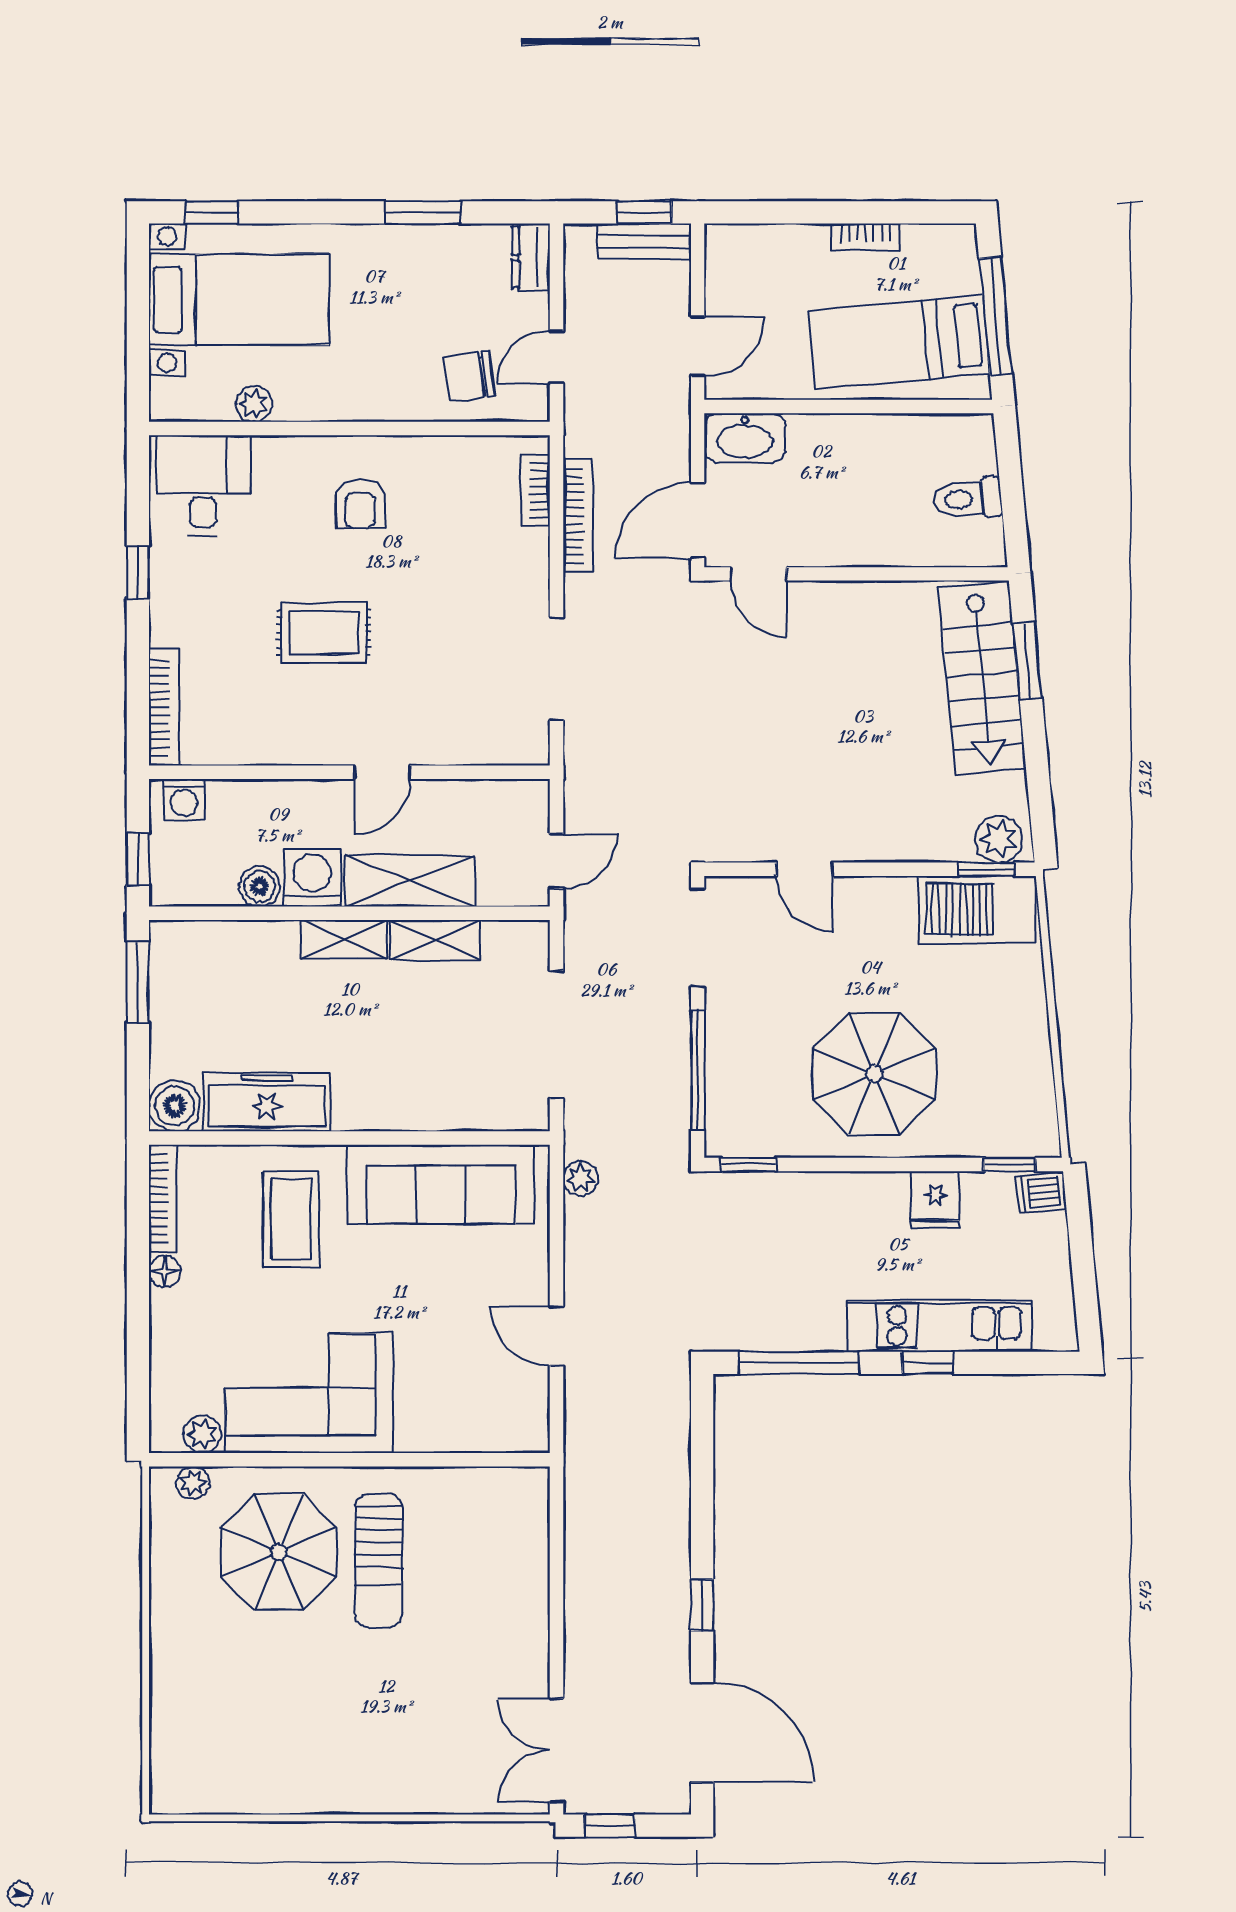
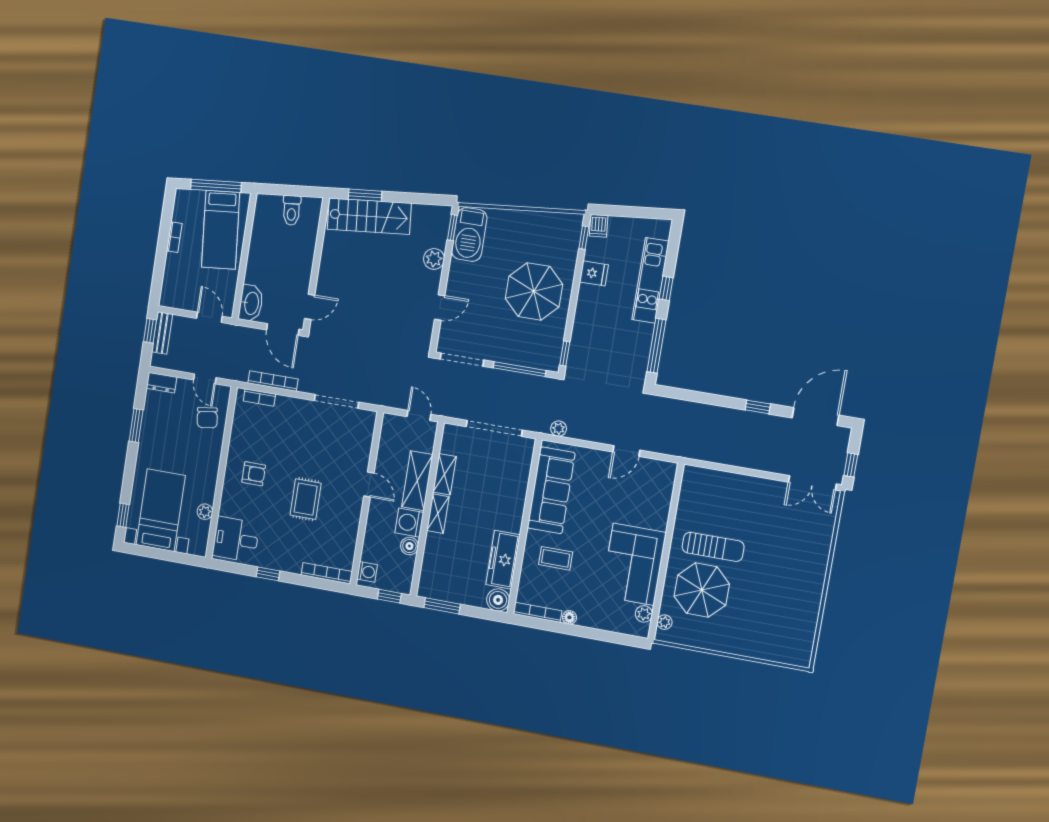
plant: (999, 839) -> (434, 259), moved
coffee table: (291, 1219) -> (556, 558), width x0.73, depth x0.77

